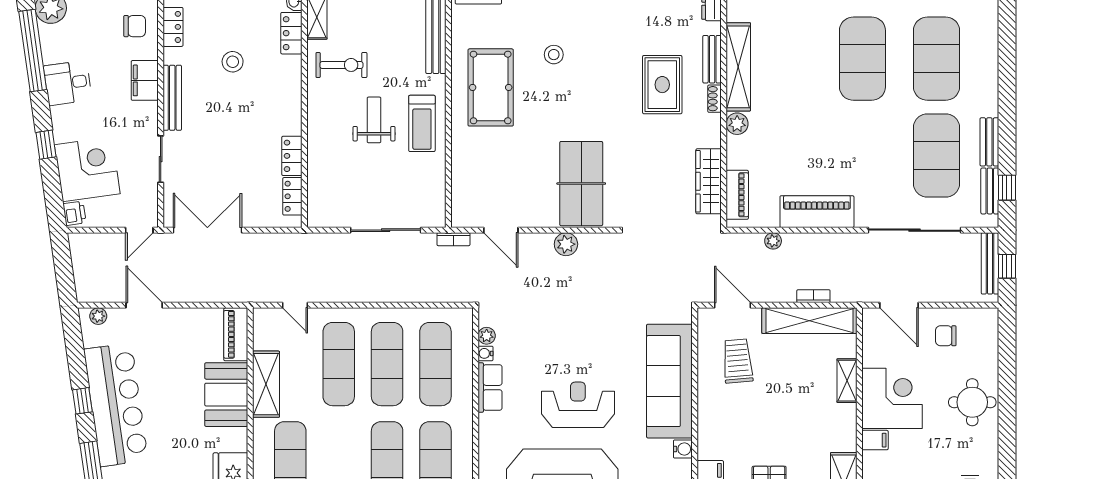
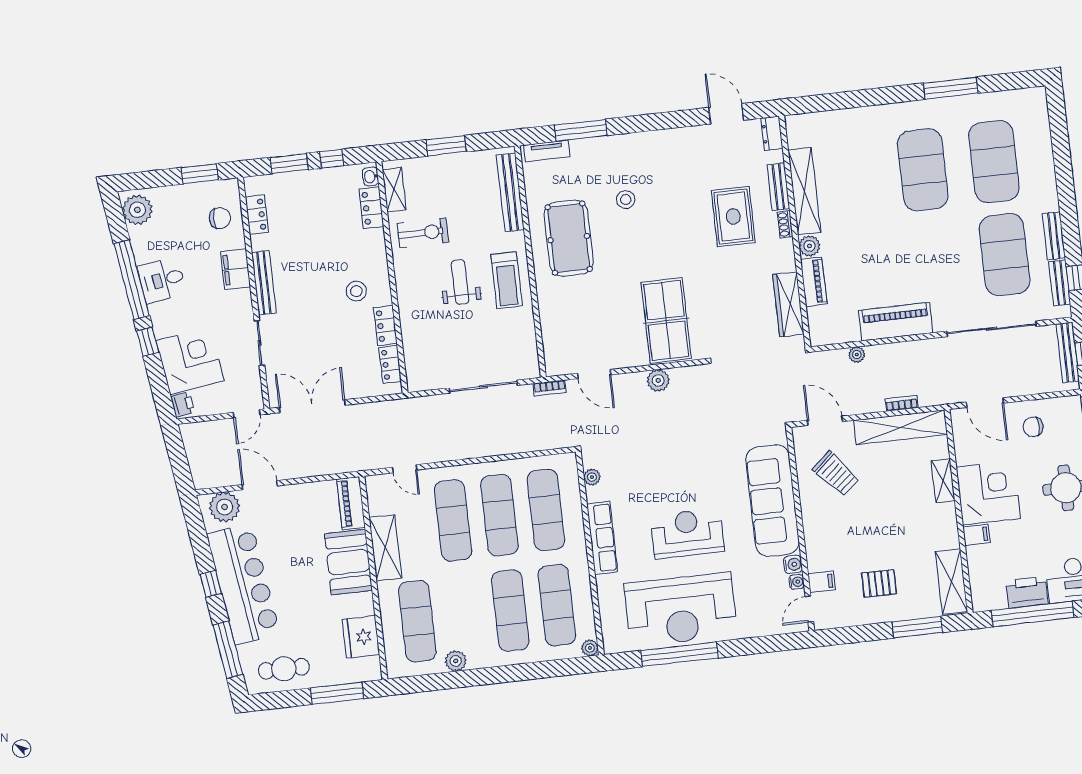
window: (33, 50) -> (132, 280), moved
stool: (233, 62) -> (356, 291), moved
piano: (737, 195) -> (814, 282), moved
plant: (98, 316) -> (225, 507), width x1.88, depth x1.88
water cooler: (485, 353) -> (797, 582), moved, turned 180
trolley: (738, 361) -> (836, 474), turned 144
row of seats: (490, 388) -> (602, 538), width x1.48

